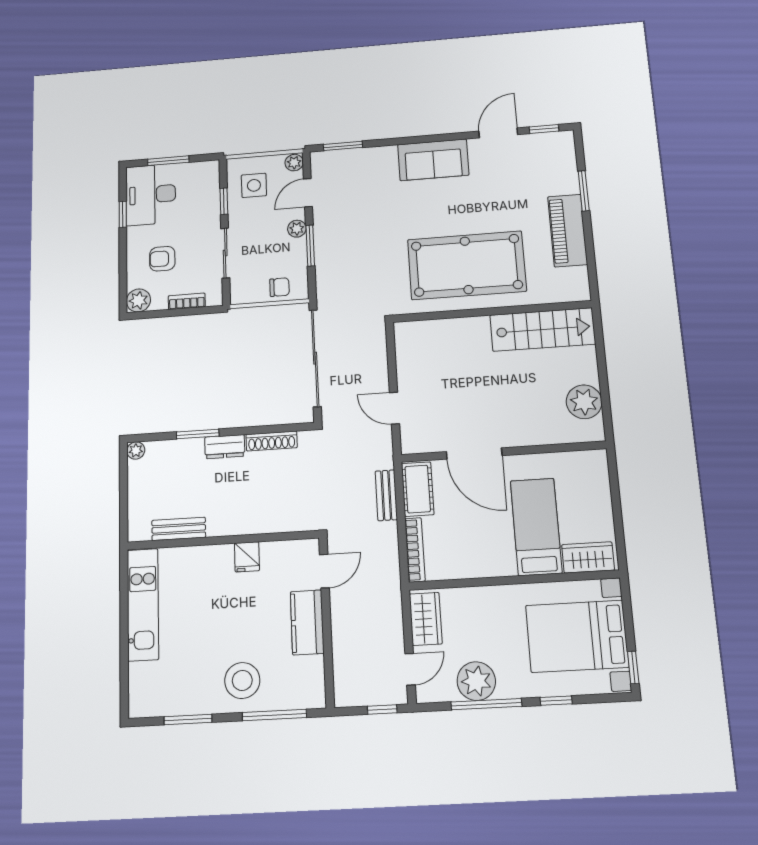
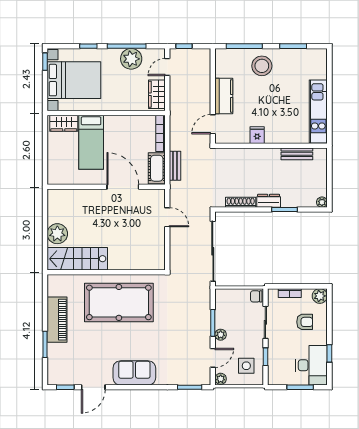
chair: (280, 287) -> (256, 296), moved
plant: (584, 402) -> (57, 234), moved

